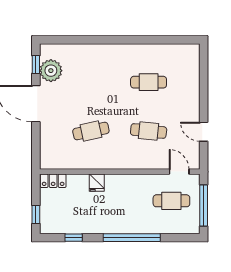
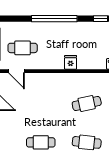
cafe table: (149, 131) -> (87, 142), moved
fridge: (97, 183) -> (71, 62), moved

